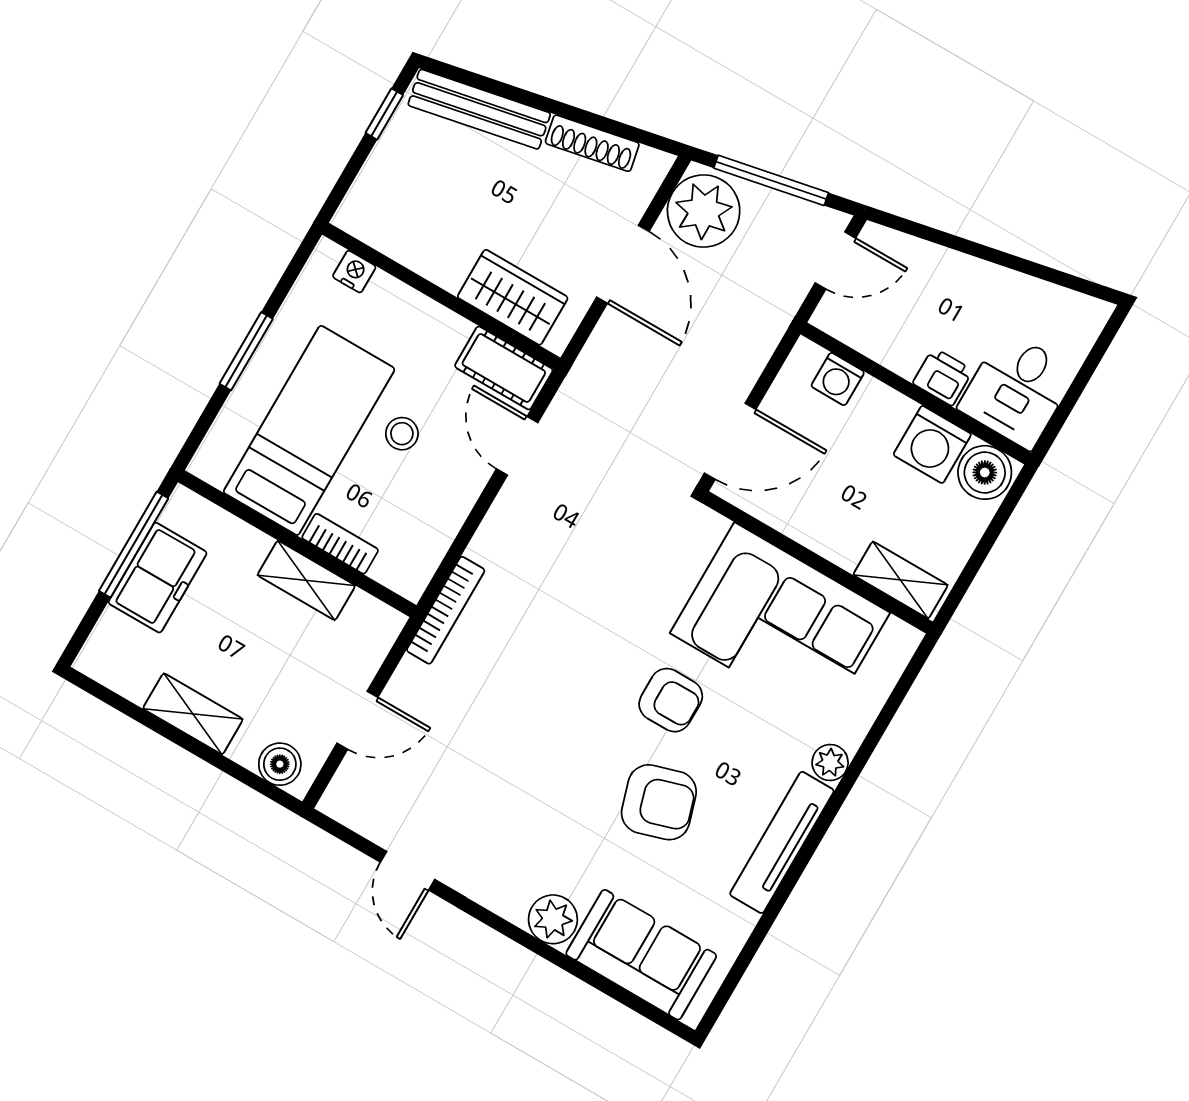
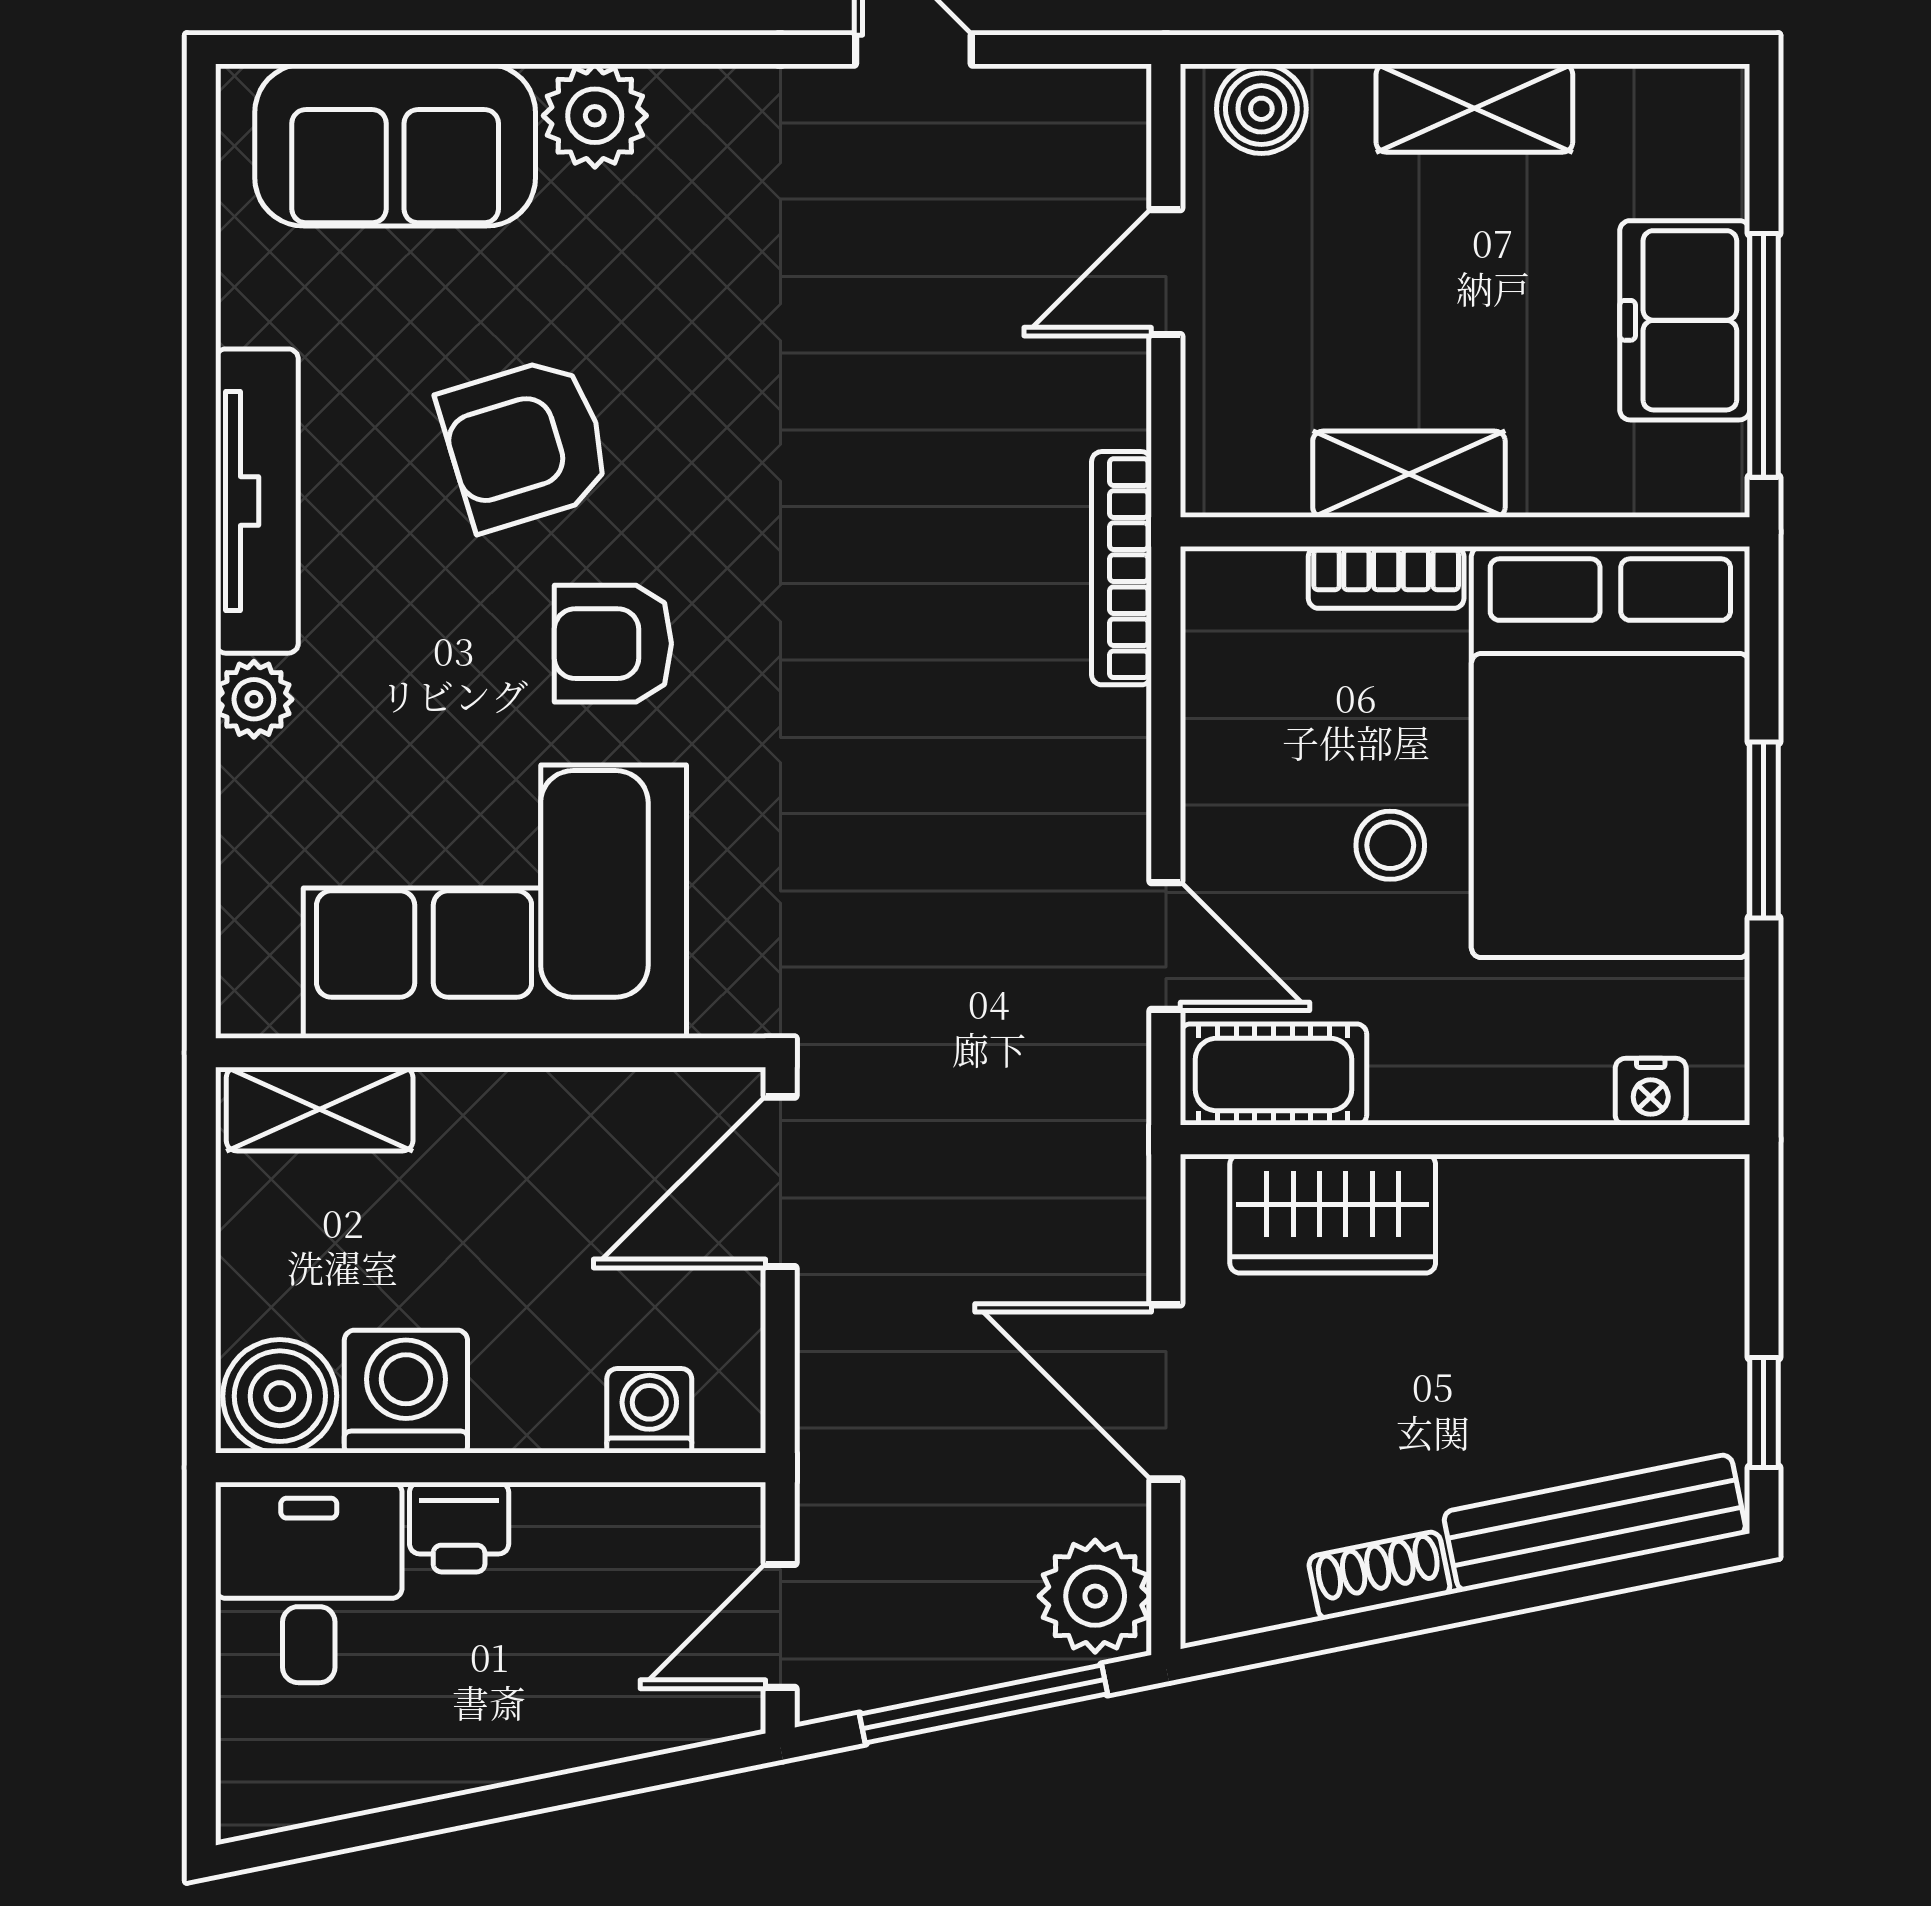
shoe rack: (592, 143) -> (1379, 1576), width x0.70
plant: (704, 211) -> (1095, 1596), width x0.73, depth x0.73
bed: (309, 430) -> (1610, 752), width x1.50

